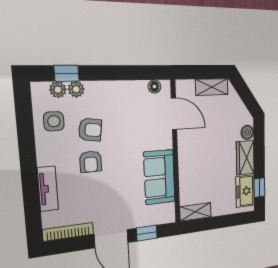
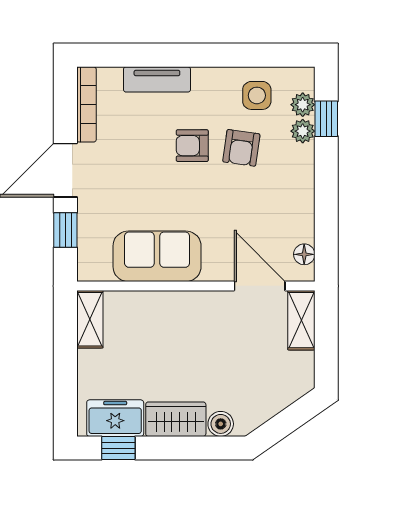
shelving: (212, 87) -> (301, 320), moved
door: (174, 114) -> (260, 286), swing flipped

